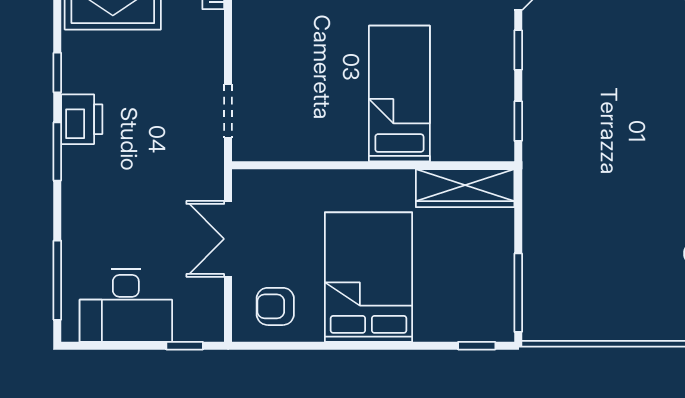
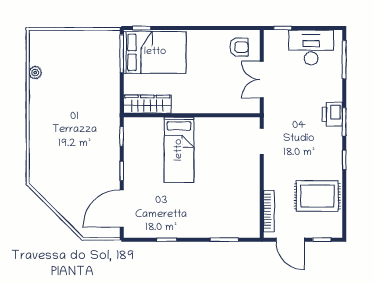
printer: (82, 119) -> (332, 114), moved
double door: (228, 239) -> (262, 80), swing flipped
bed: (369, 277) -> (155, 52), moved, turned -90

